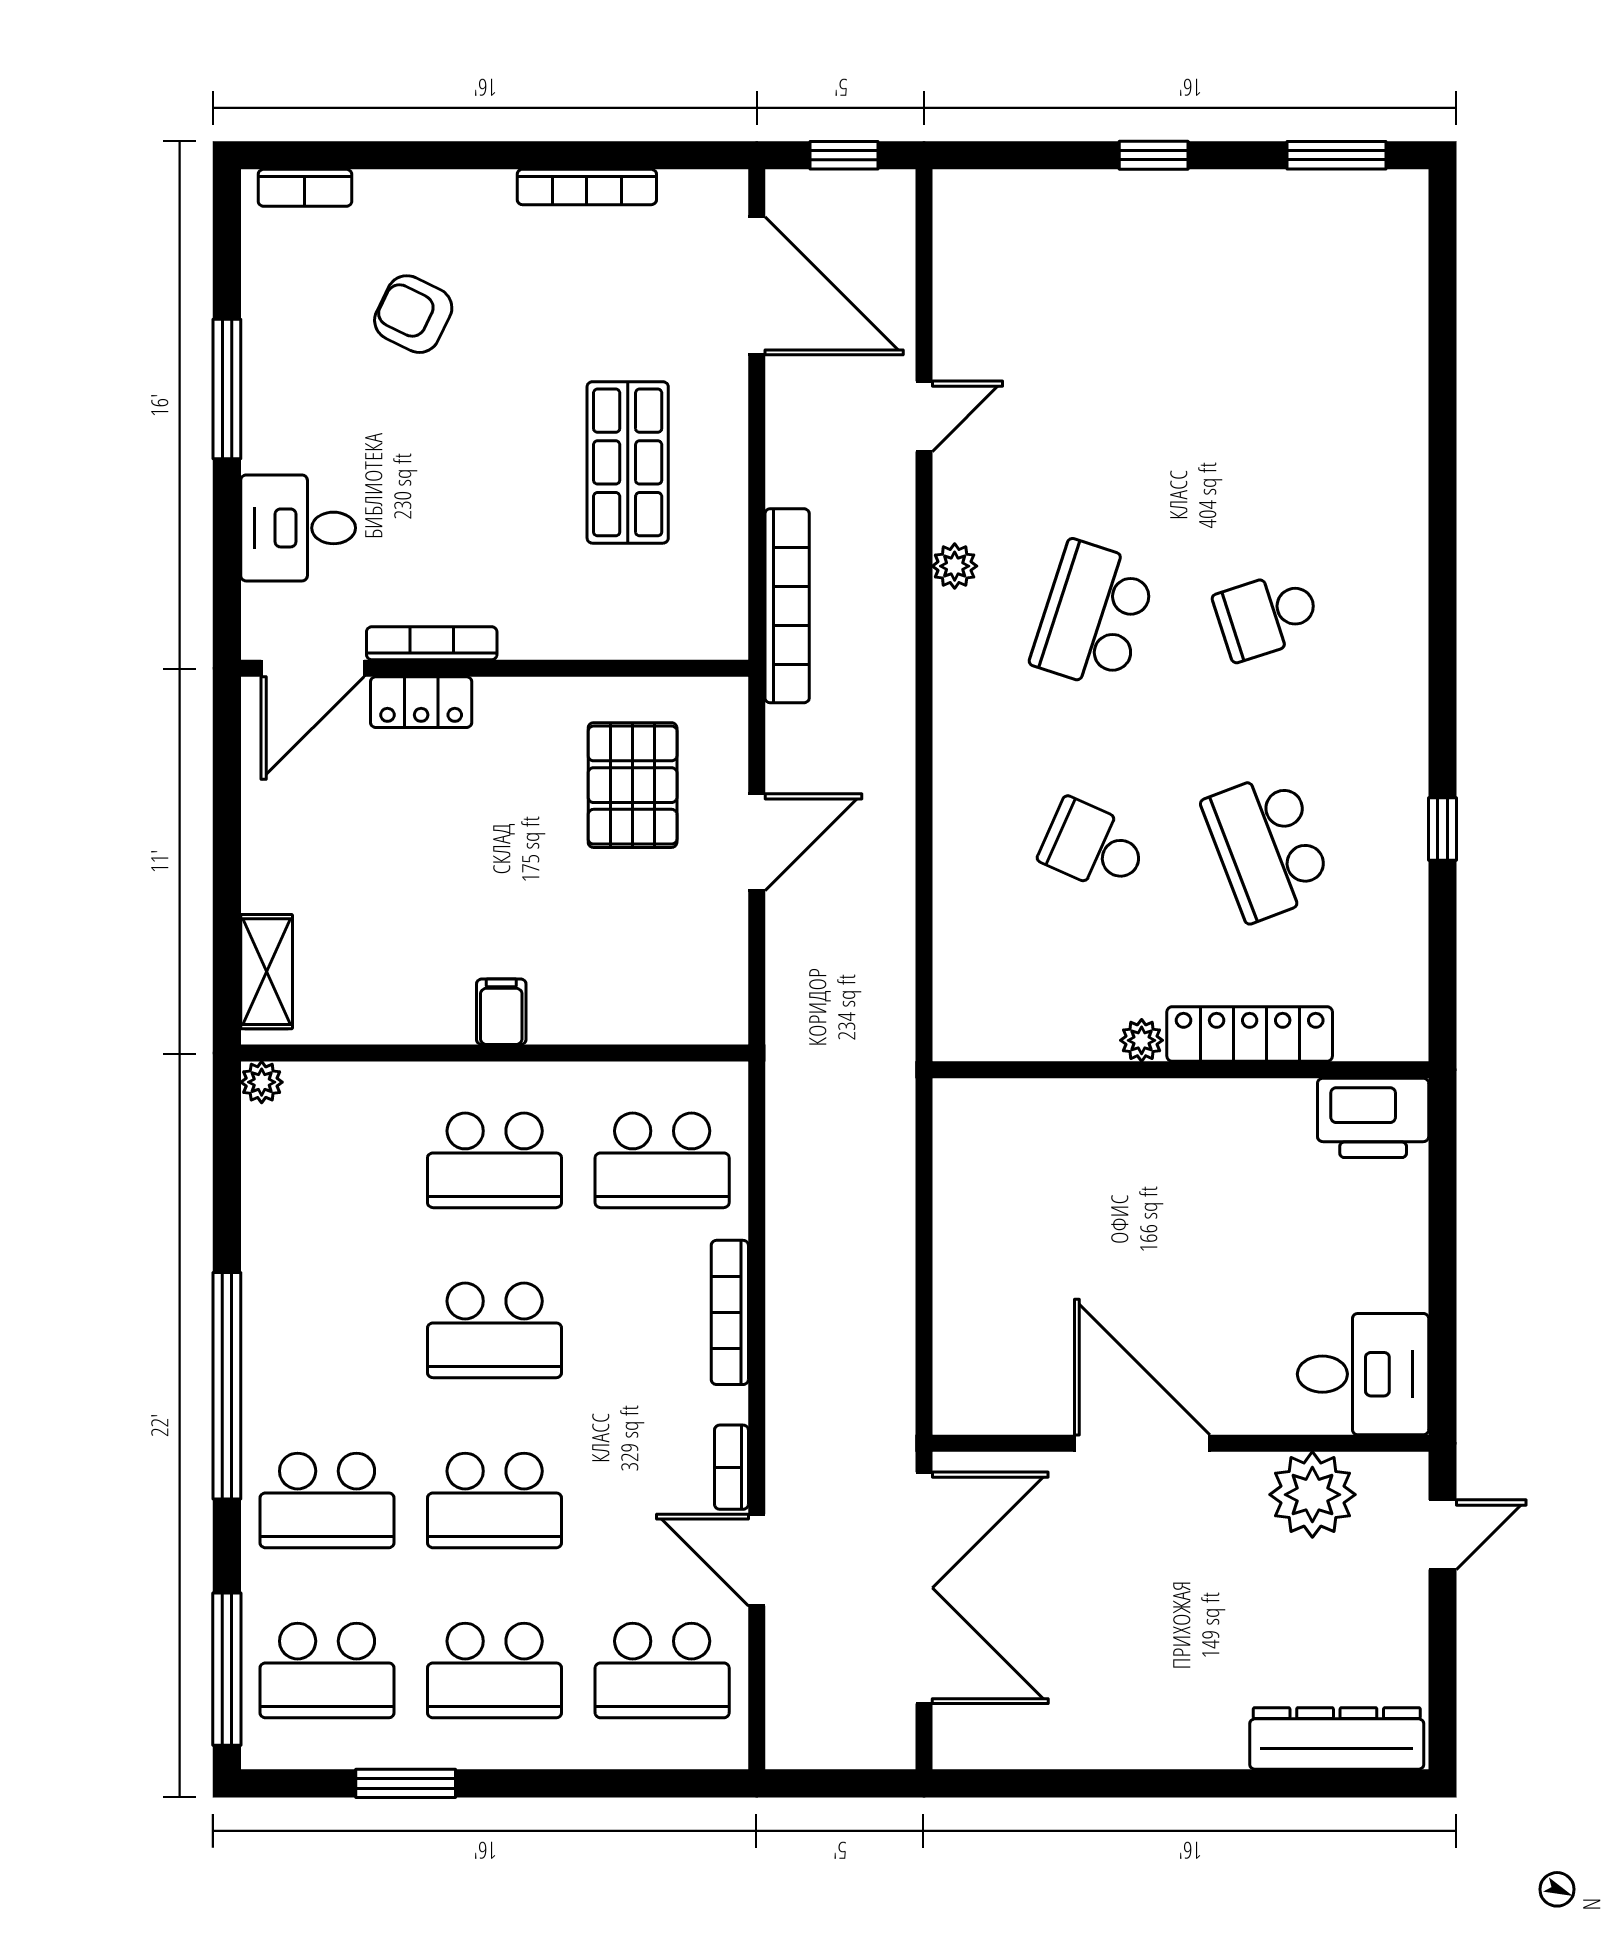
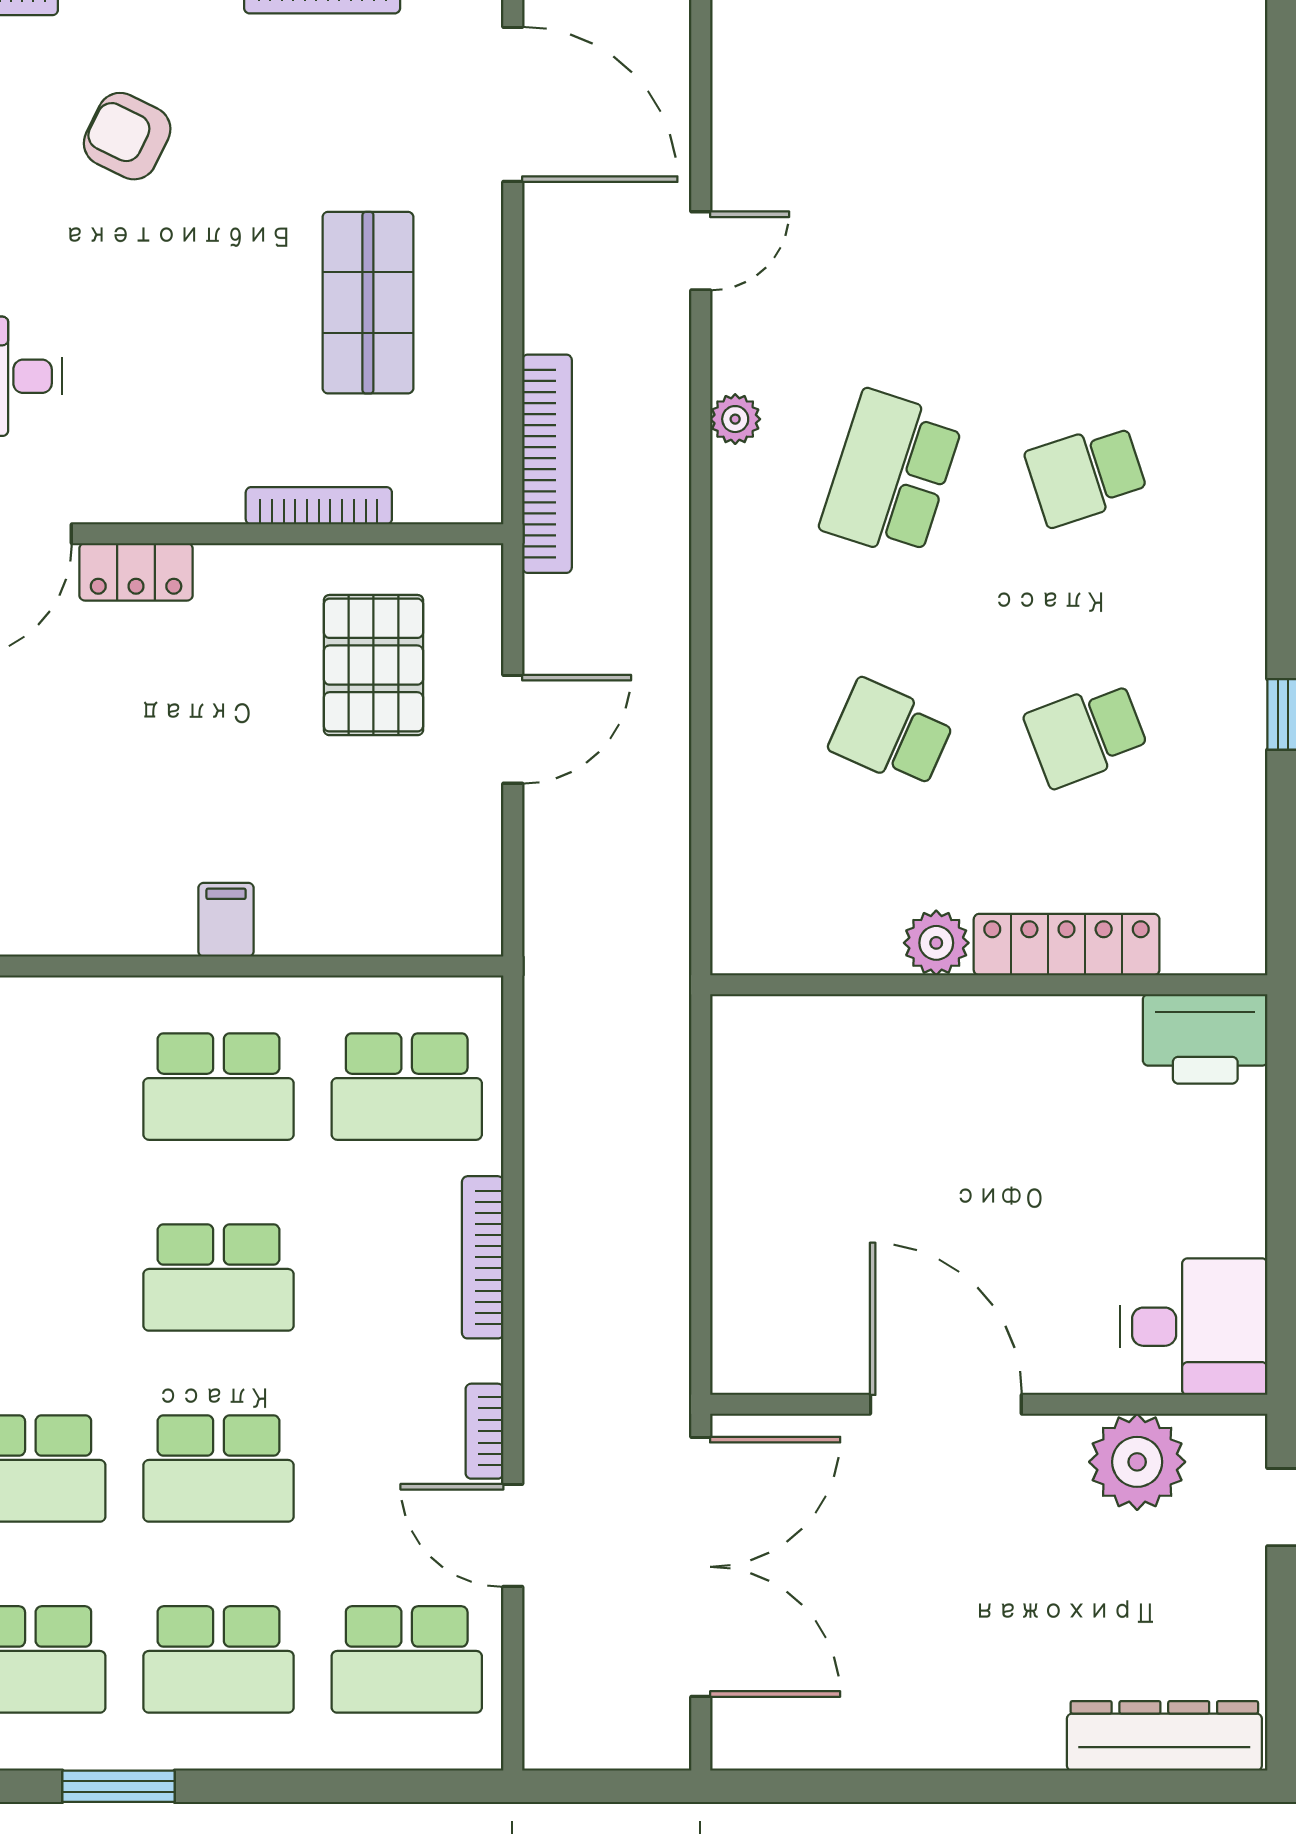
bookcase: (432, 643) -> (319, 506), moved
school desk: (1267, 846) -> (1086, 734), width x0.54
plant: (1142, 1040) -> (936, 943), width x1.38, depth x1.38

